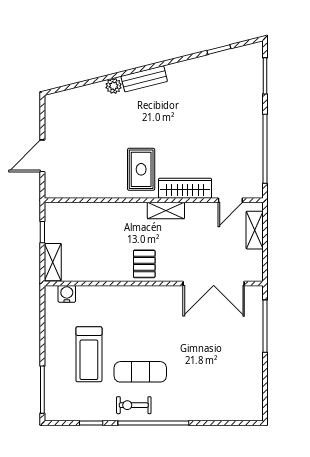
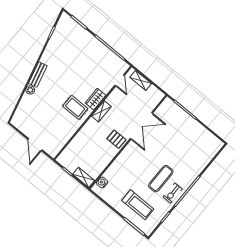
wardrobe: (185, 188) -> (96, 99), width x0.67
double door: (214, 283) -> (141, 126), moved
treadmill: (89, 354) -> (138, 205), moved

